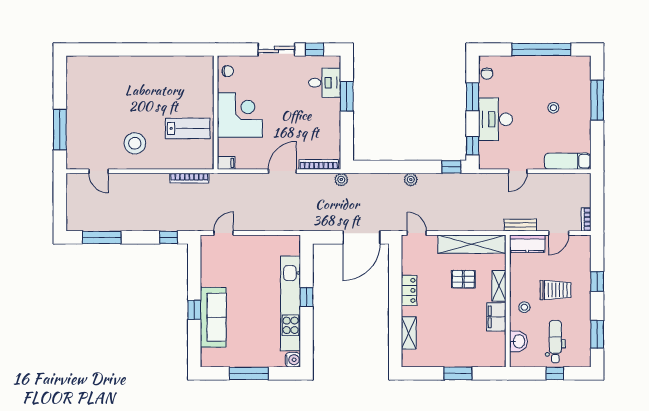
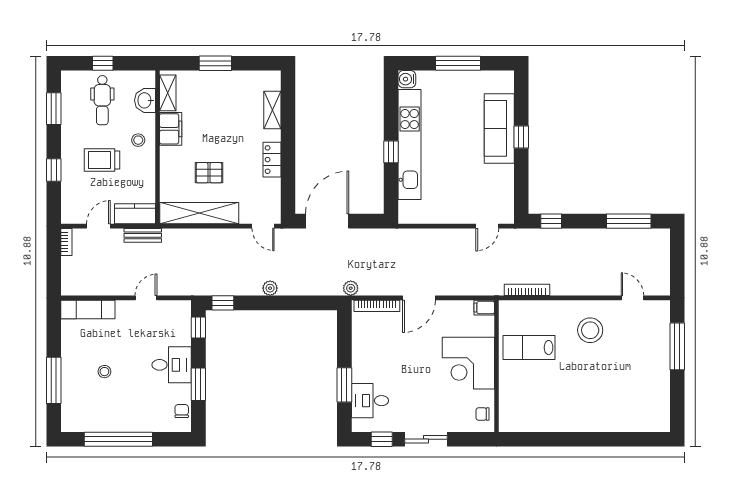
desk: (496, 119) -> (172, 365), width x0.73
shelving: (499, 286) -> (168, 93), moved

